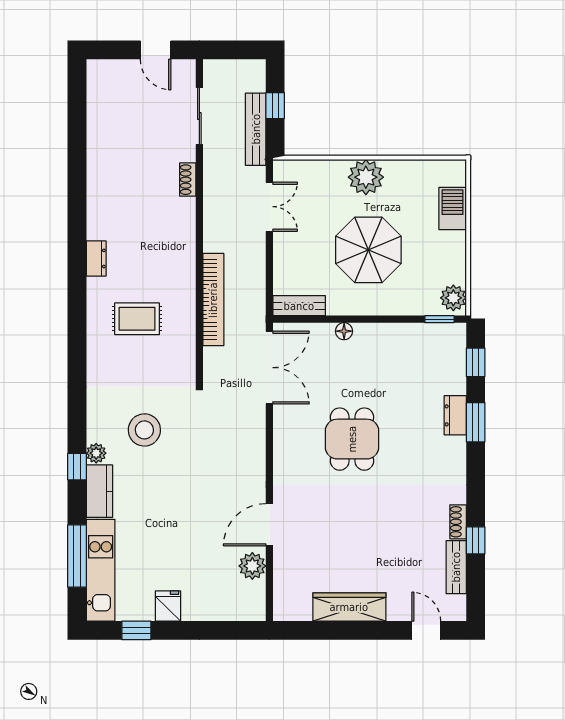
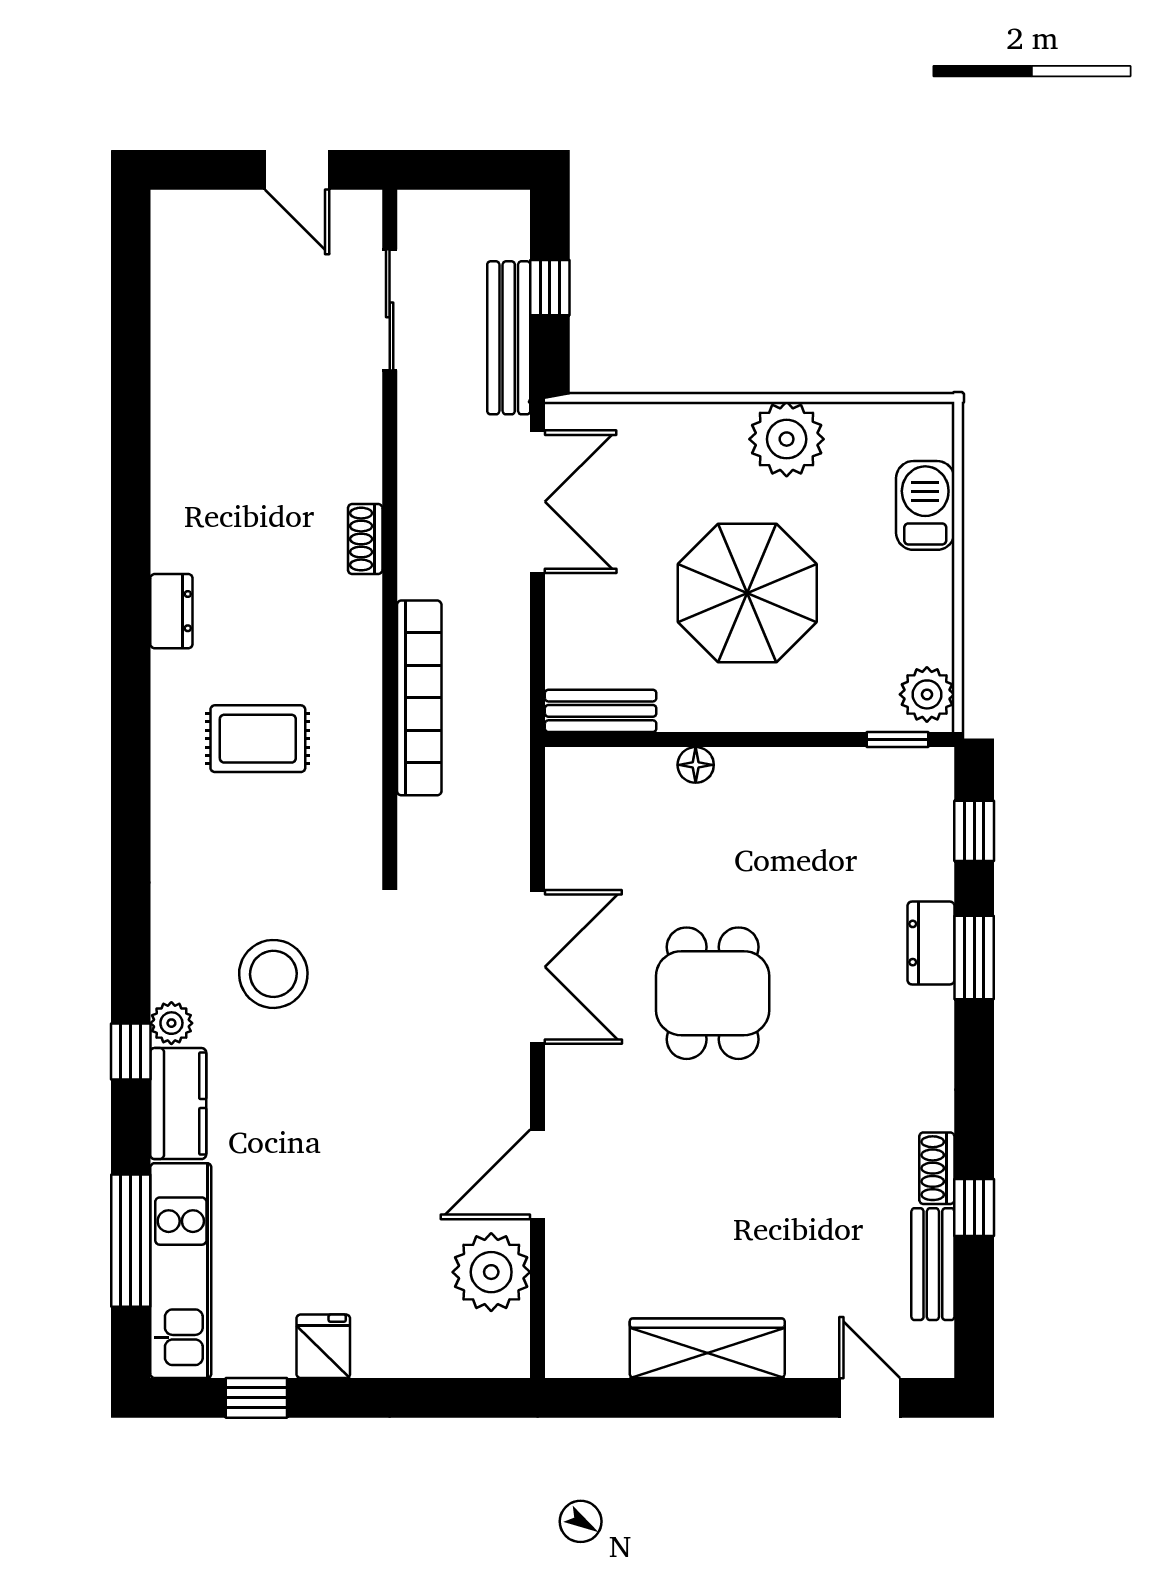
plant: (366, 177) -> (787, 439), moved
shoe rack: (188, 180) -> (365, 539), moved
double door: (269, 207) -> (538, 502), width x1.37
double door: (269, 368) -> (538, 967), moved
plant: (252, 566) -> (491, 1272), width x1.36, depth x1.36

